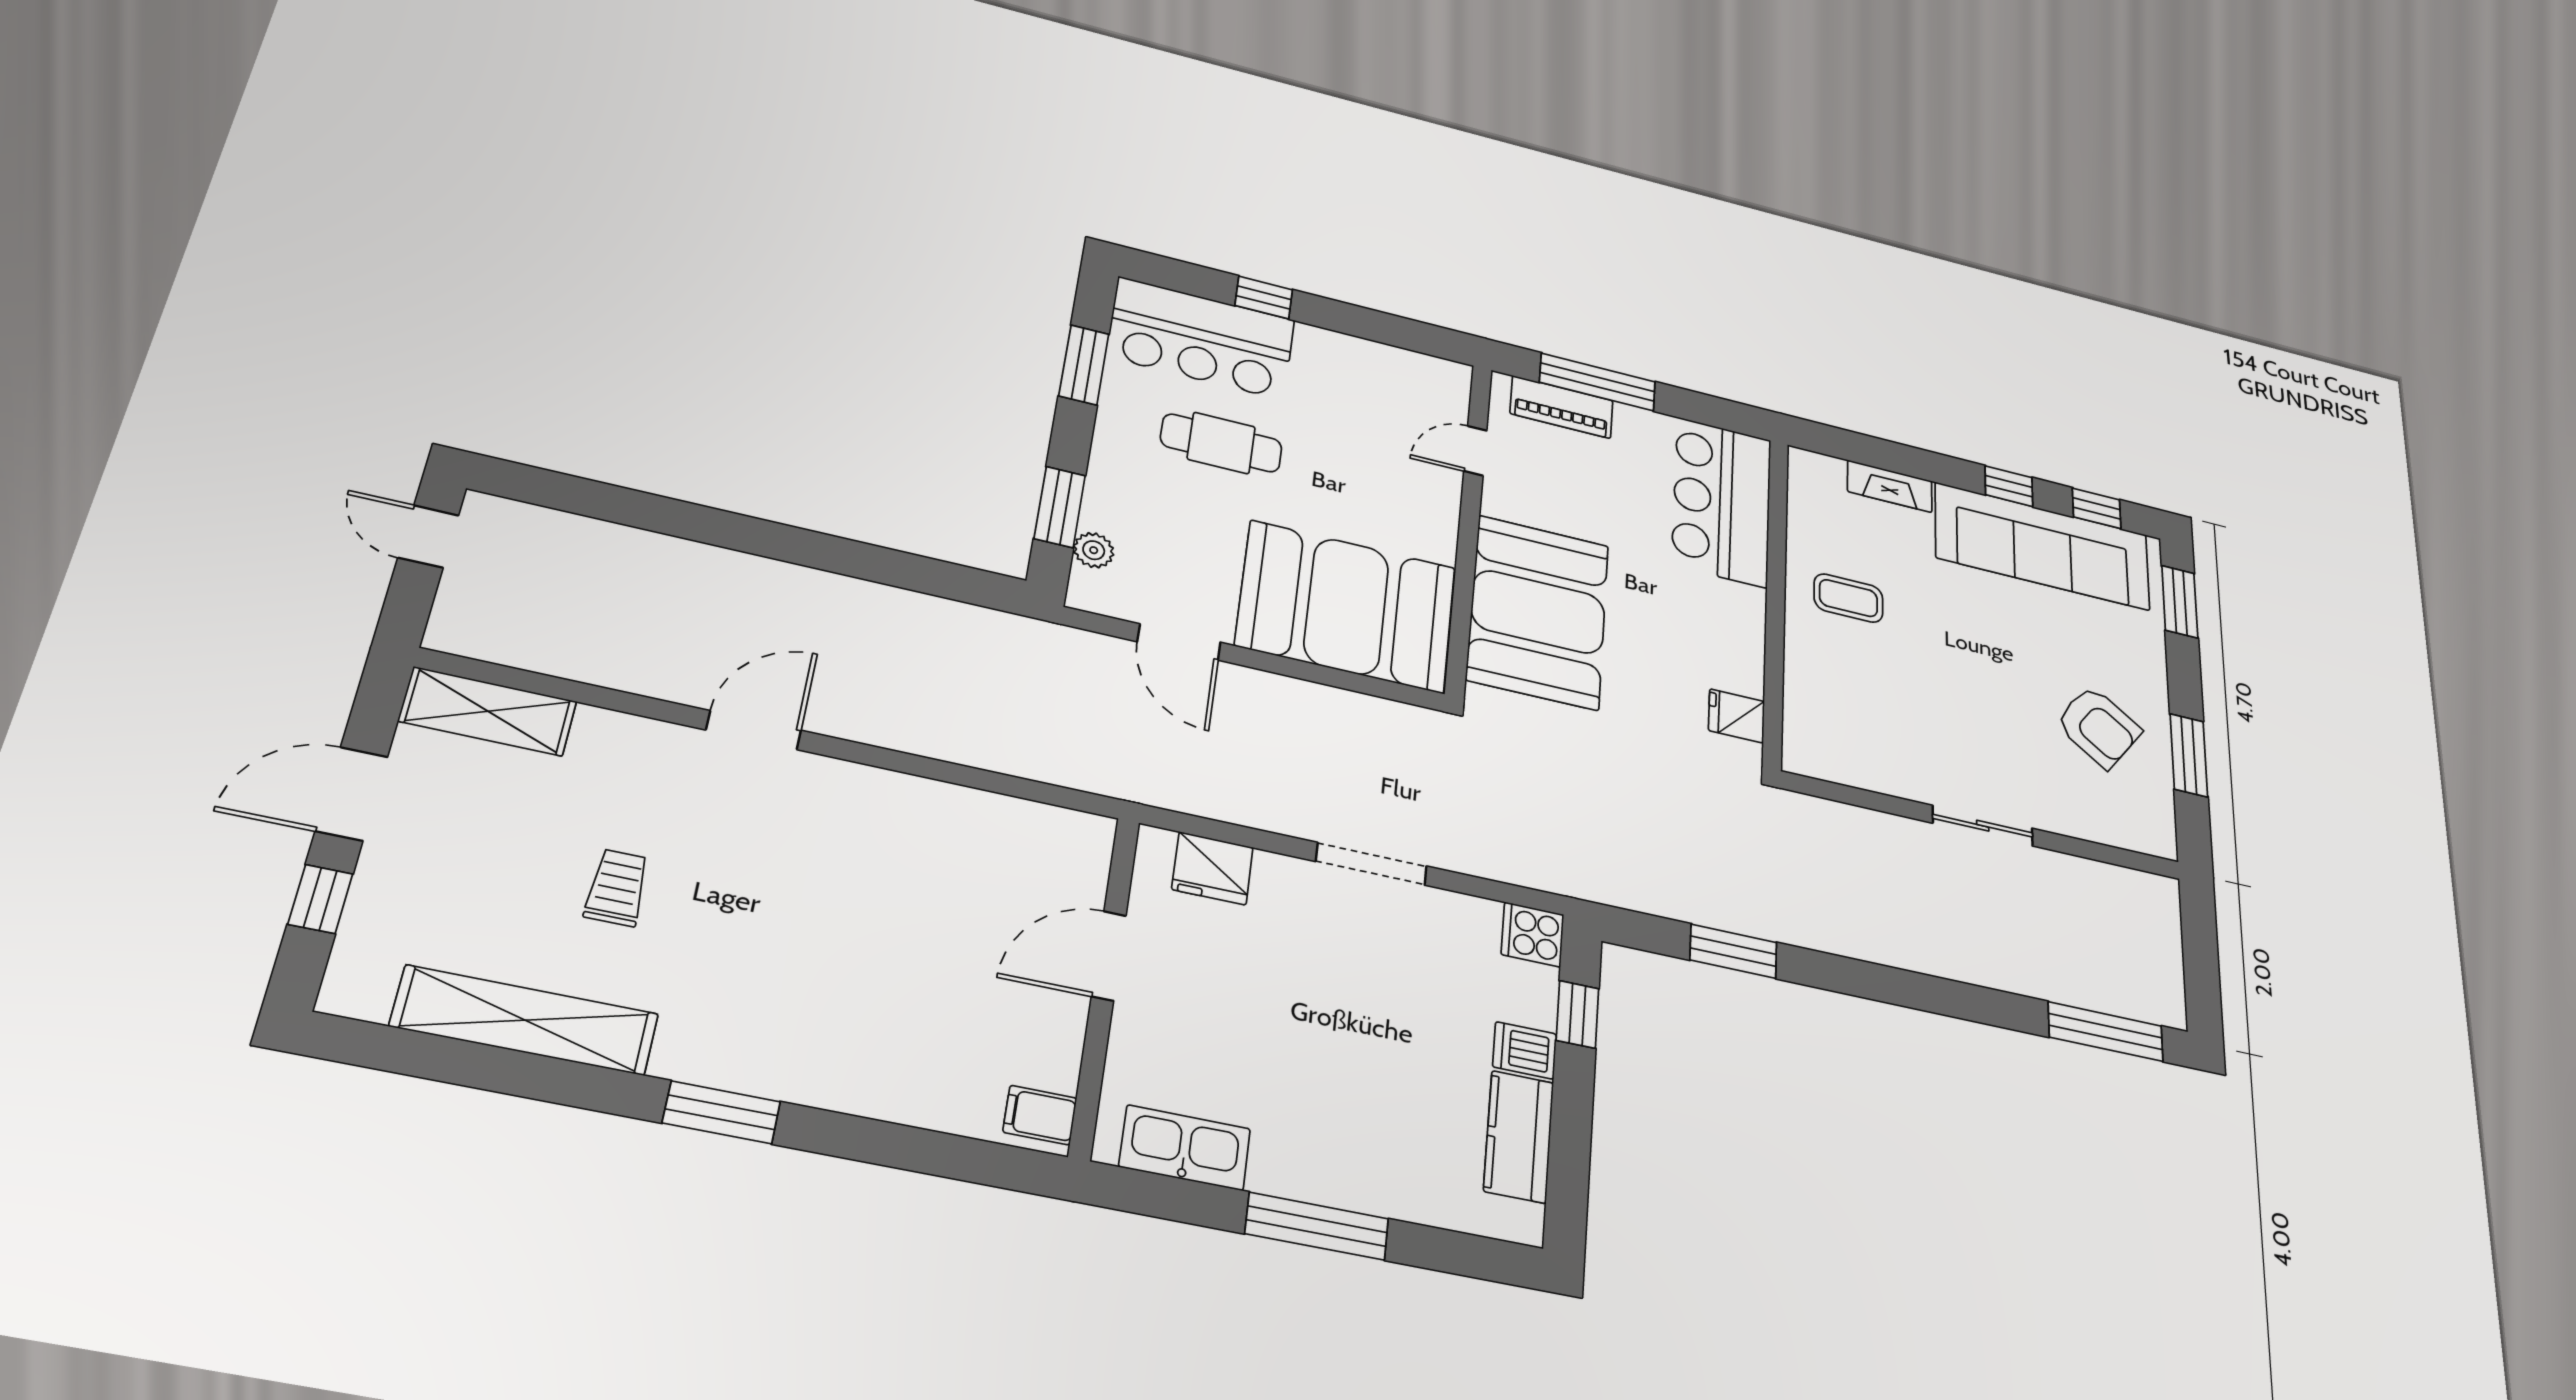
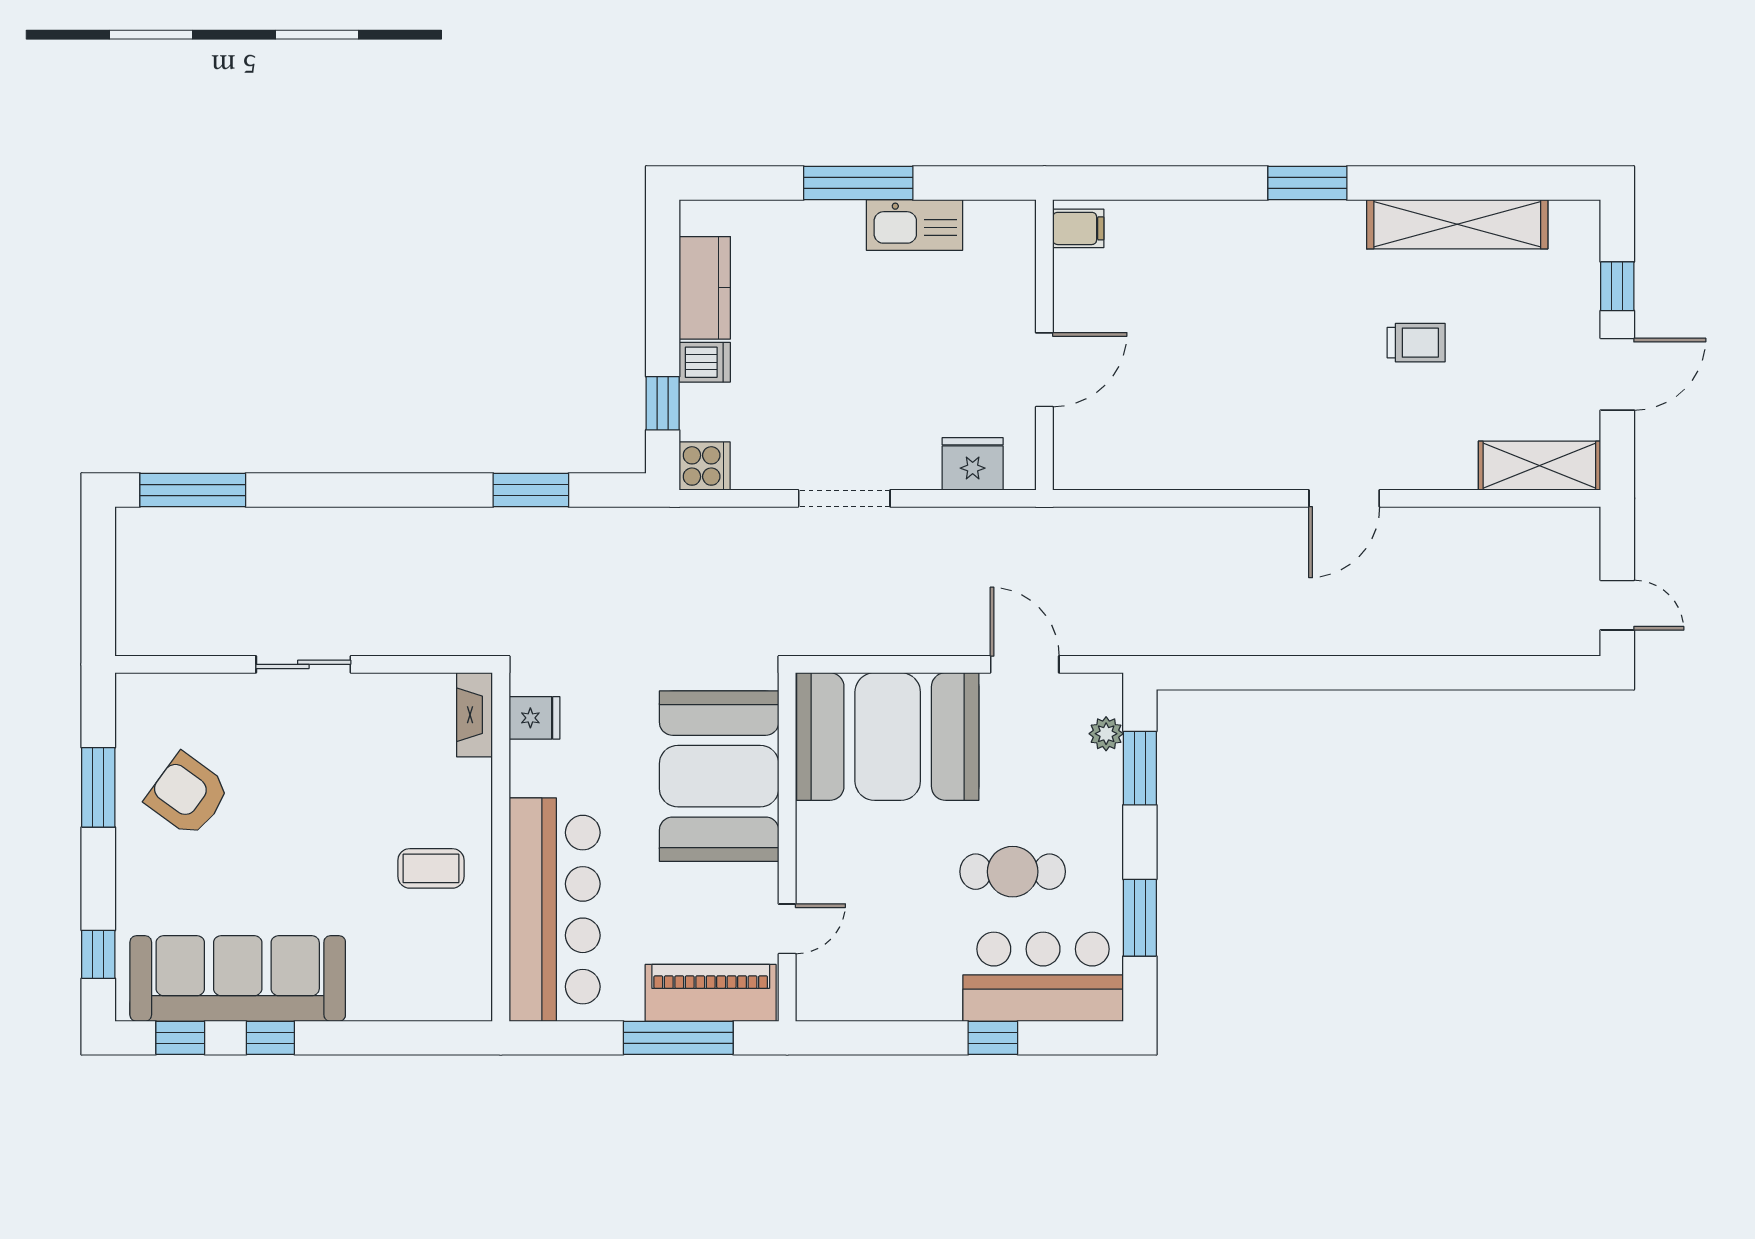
piano: (1562, 407) -> (711, 993), width x1.37, depth x1.33
fireplace: (1890, 486) -> (474, 715), moved, turned -90
bar counter: (1722, 502) -> (555, 910), width x1.36
window: (2180, 602) -> (98, 954), width x0.67
trolley: (617, 888) -> (1416, 343), turned -90
kitchen sink: (1185, 1148) -> (915, 225), moved

